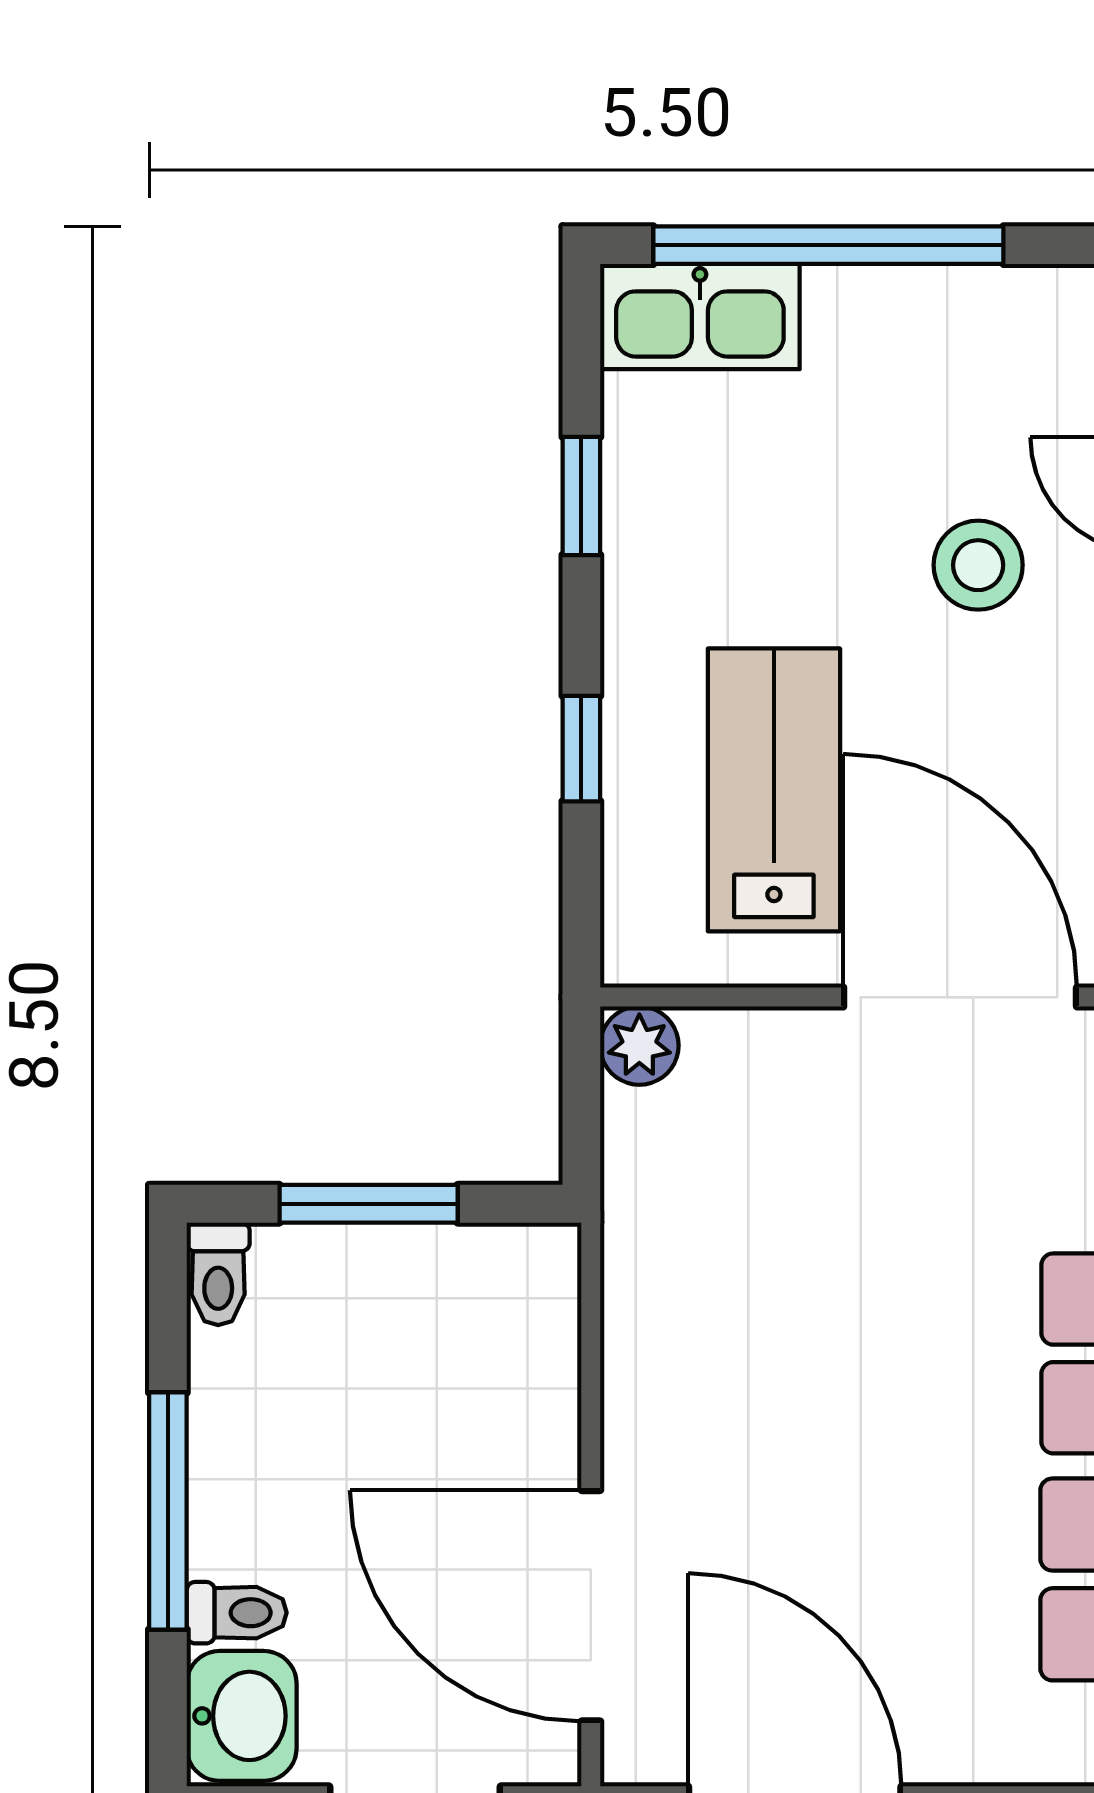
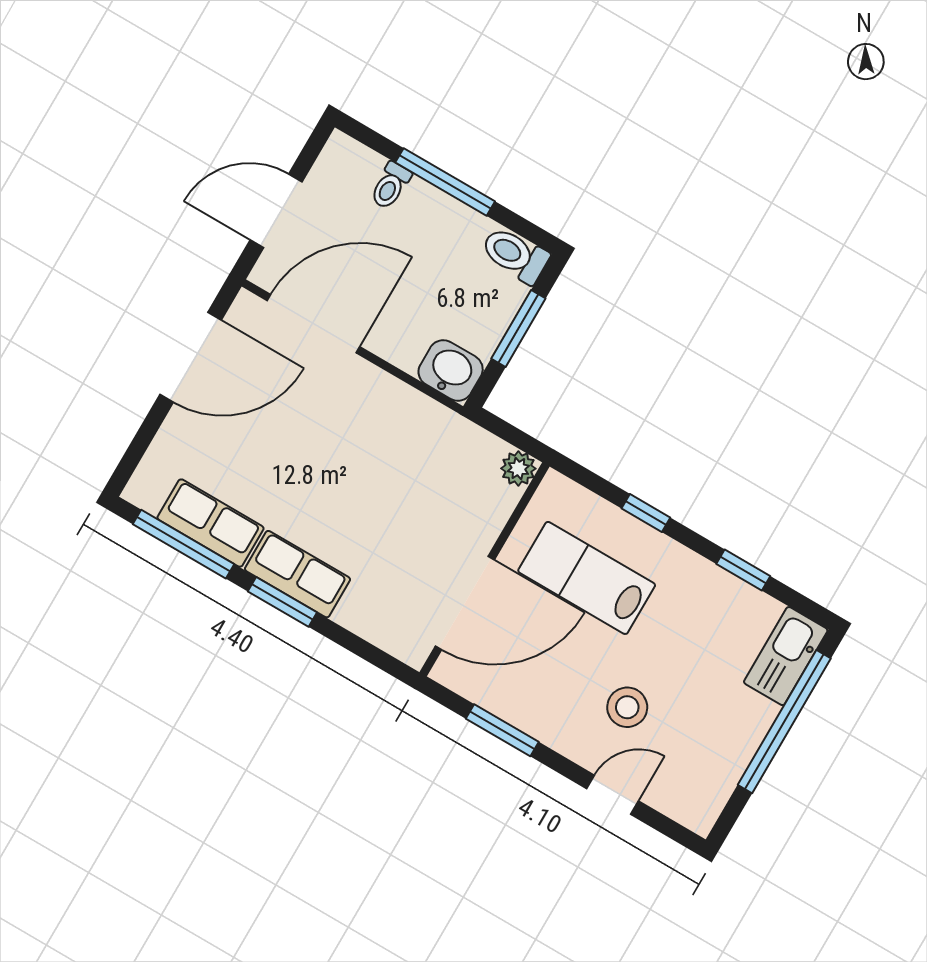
lab bench: (774, 790) -> (587, 578), turned 180
toilet: (218, 1274) -> (515, 255), width x1.37, depth x1.39
washbasin: (242, 1716) -> (451, 370), moved, turned 180

